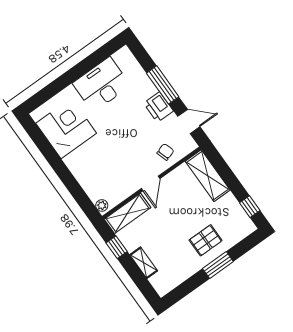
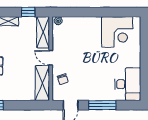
desk: (102, 84) -> (128, 84), moved
printer: (158, 107) -> (91, 94), removed
shelving: (208, 176) -> (42, 83), moved, turned 90

